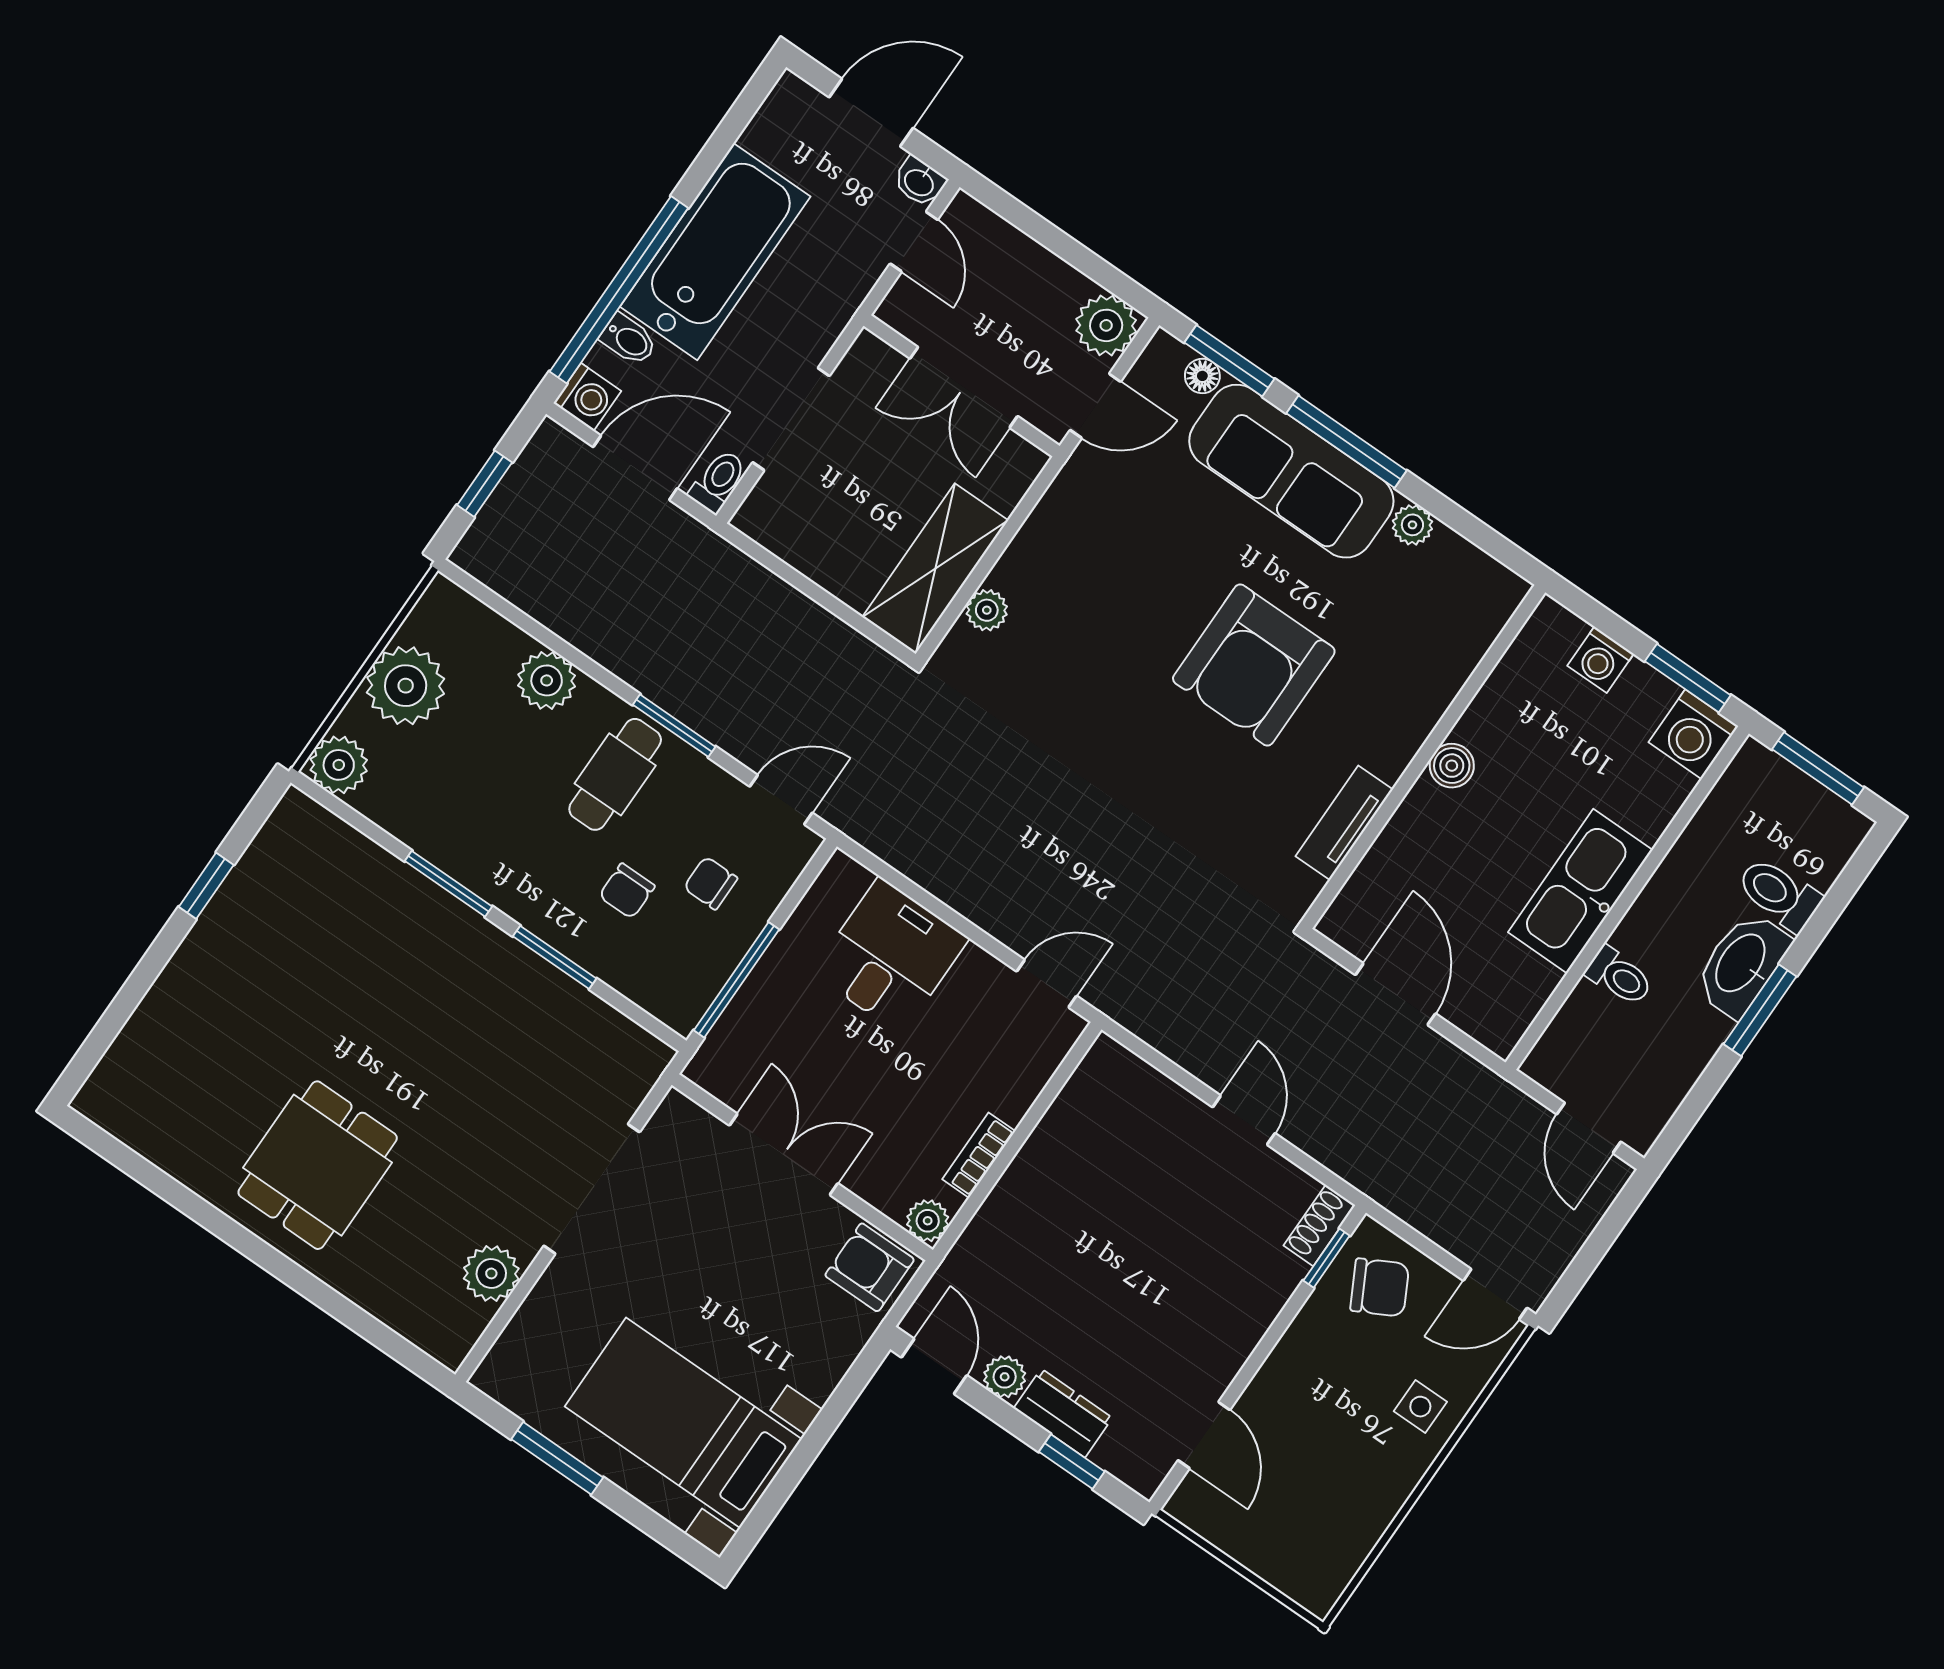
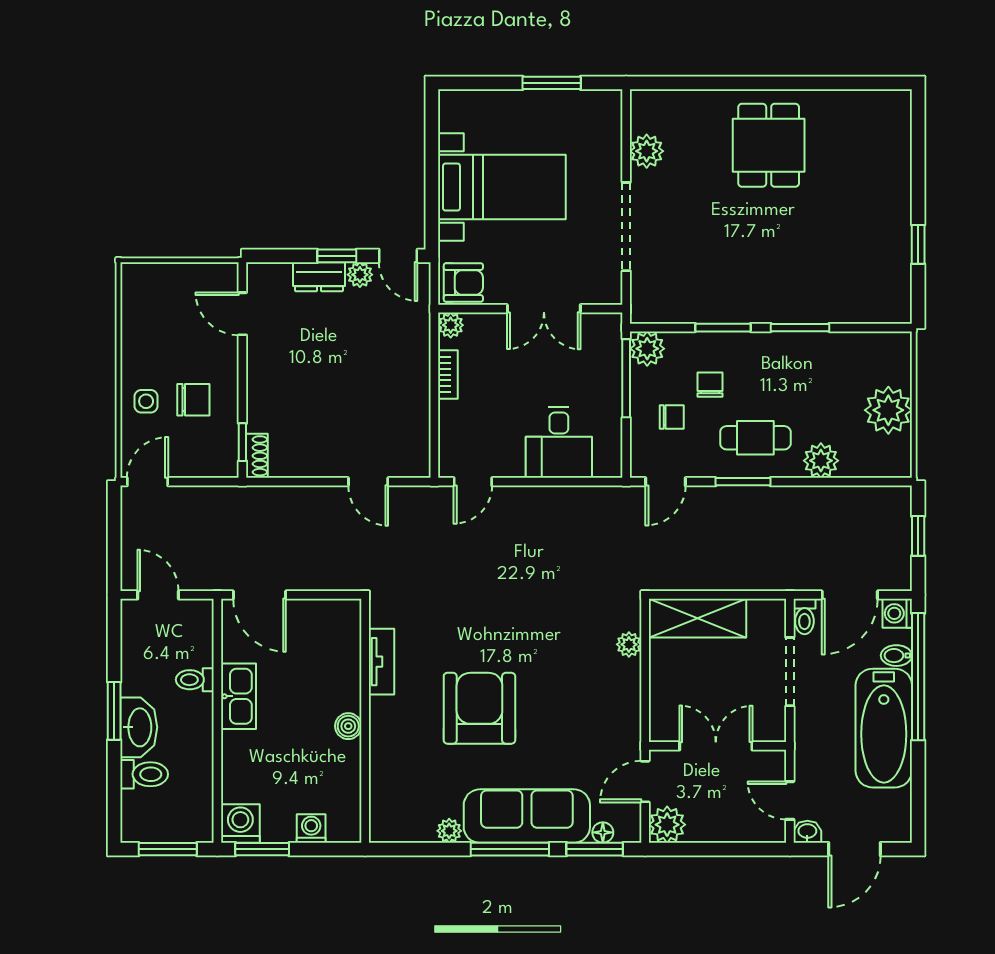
shelving: (935, 569) -> (697, 618), moved, turned 90
plant: (339, 765) -> (647, 349), moved
cafe table: (615, 774) -> (755, 438), turned 90
kitchen sink: (1580, 891) -> (238, 696), width x0.73, depth x0.81
door: (1396, 994) -> (259, 595), moved
door: (1244, 1120) -> (368, 482), moved
chair: (1380, 1287) -> (193, 400), moved, turned -152
bed with nightstands: (683, 1423) -> (502, 187), moved
window: (1072, 1462) -> (337, 256), moved

